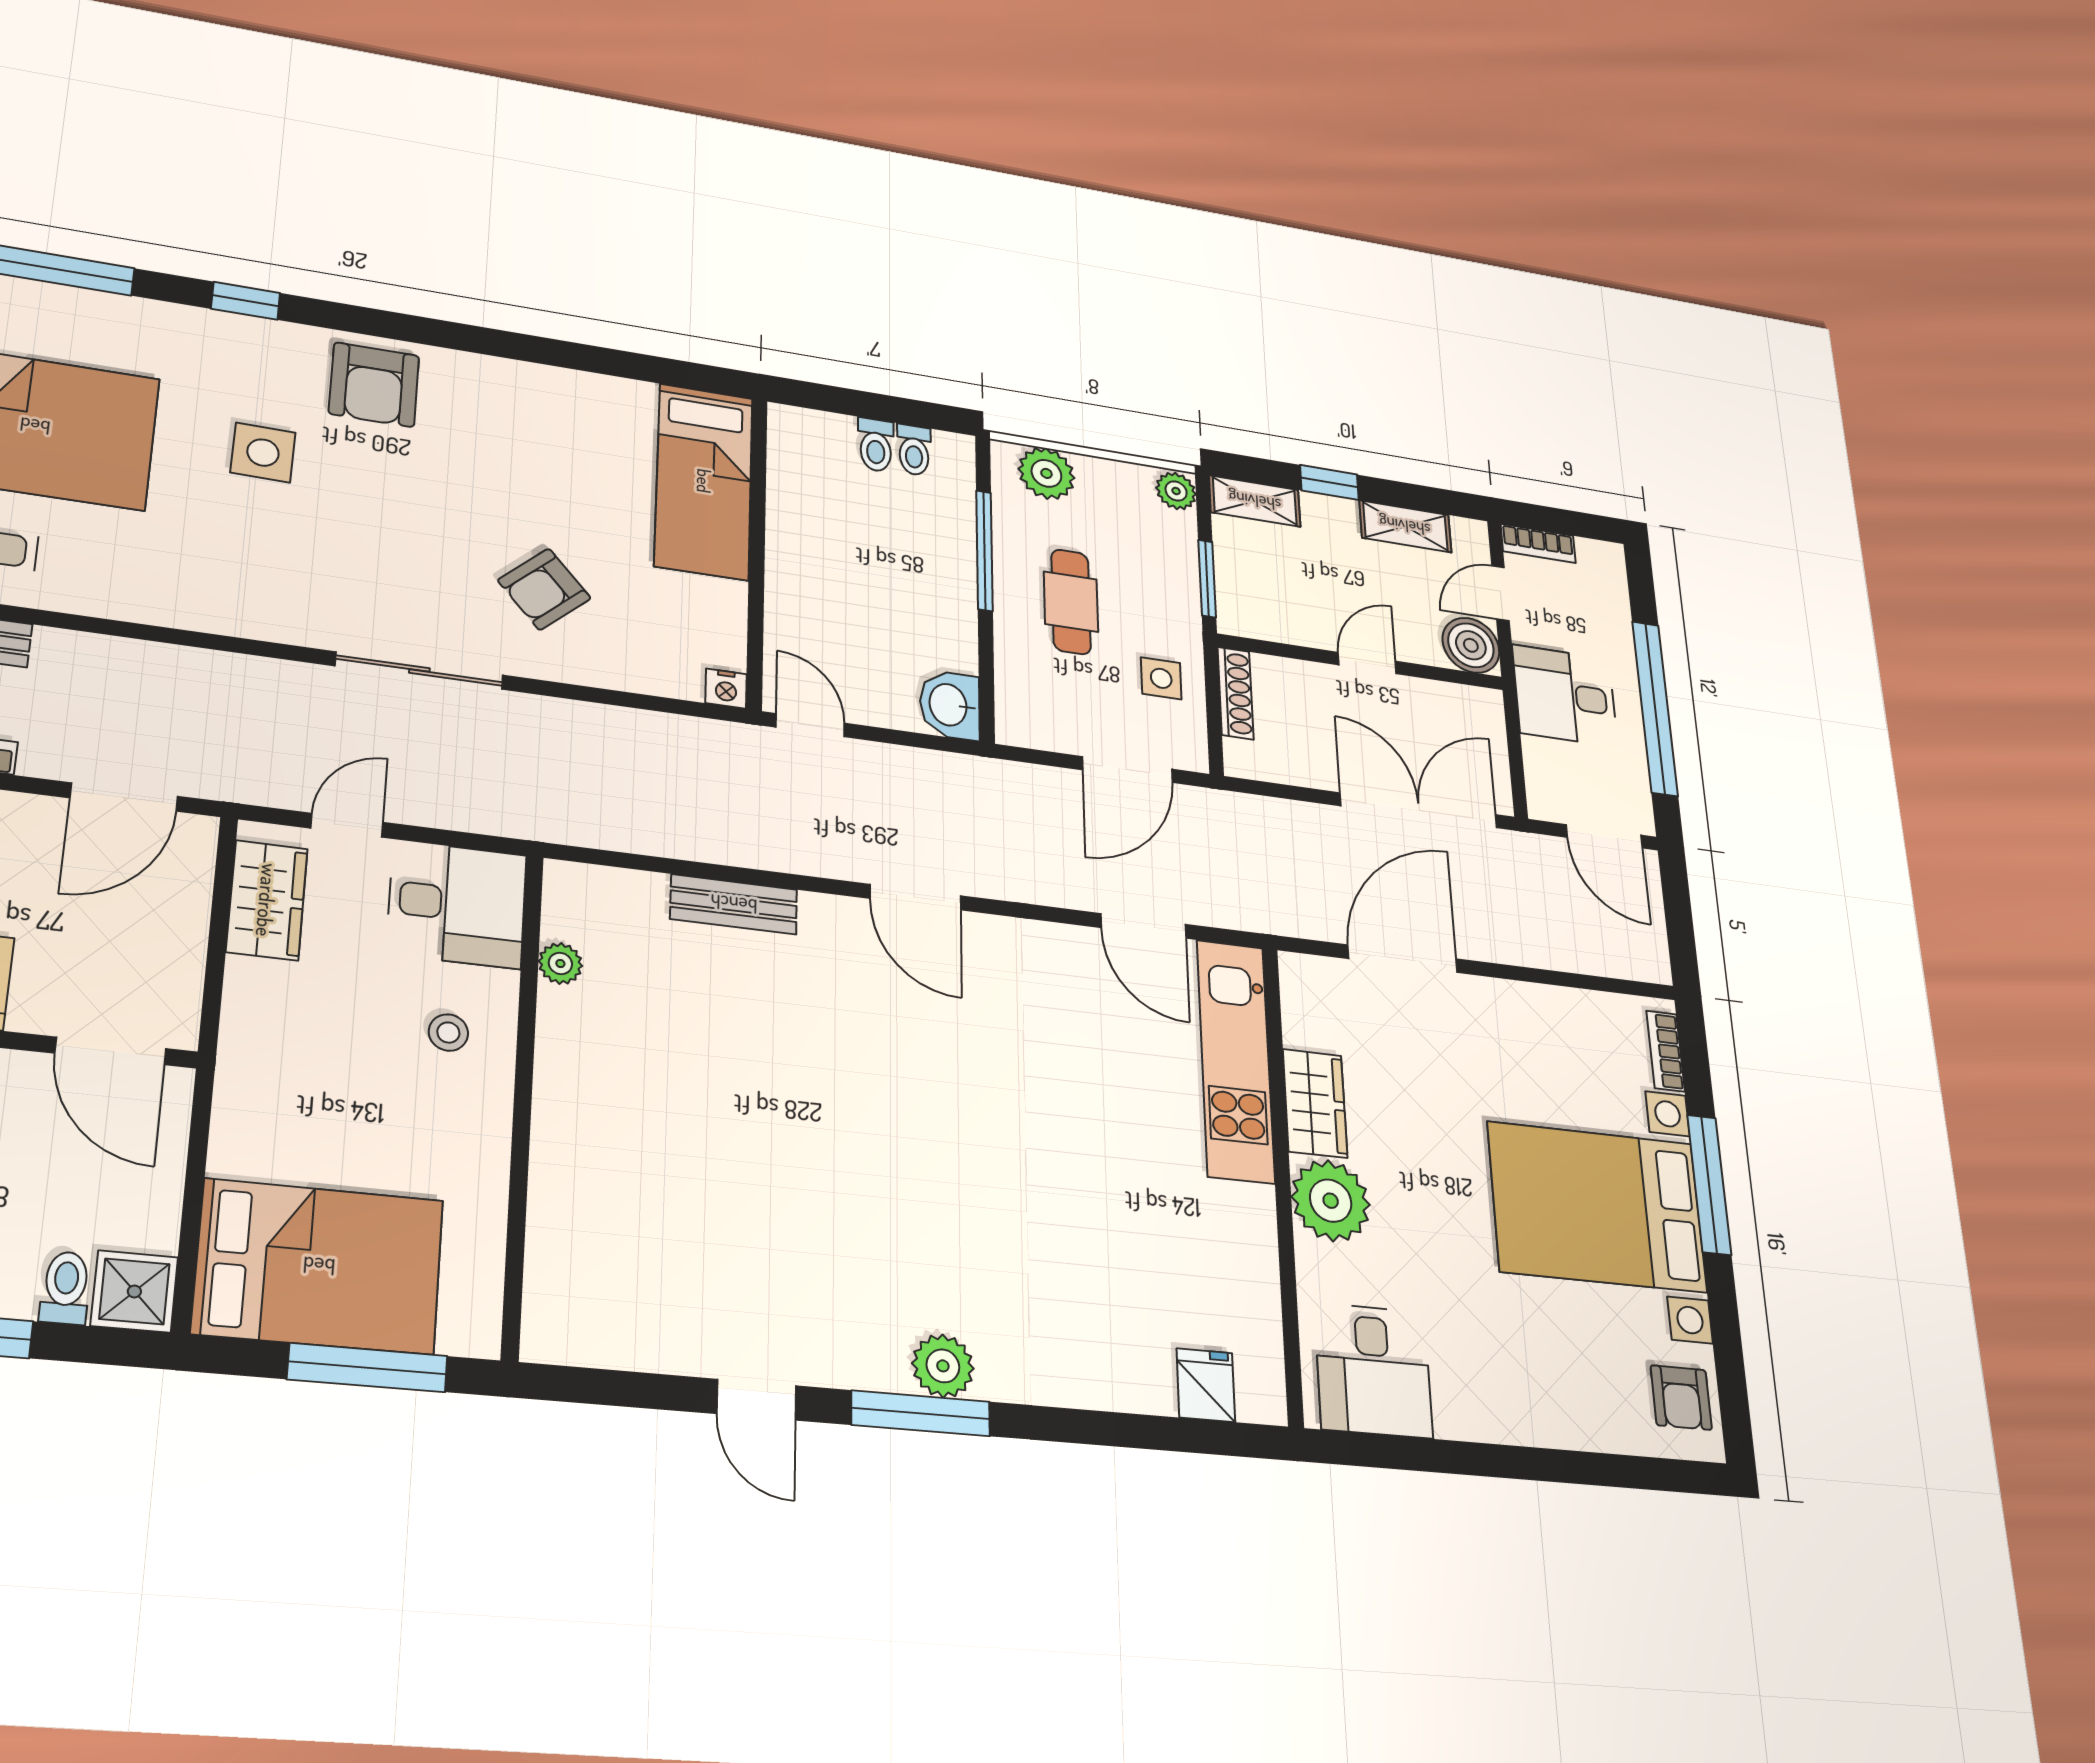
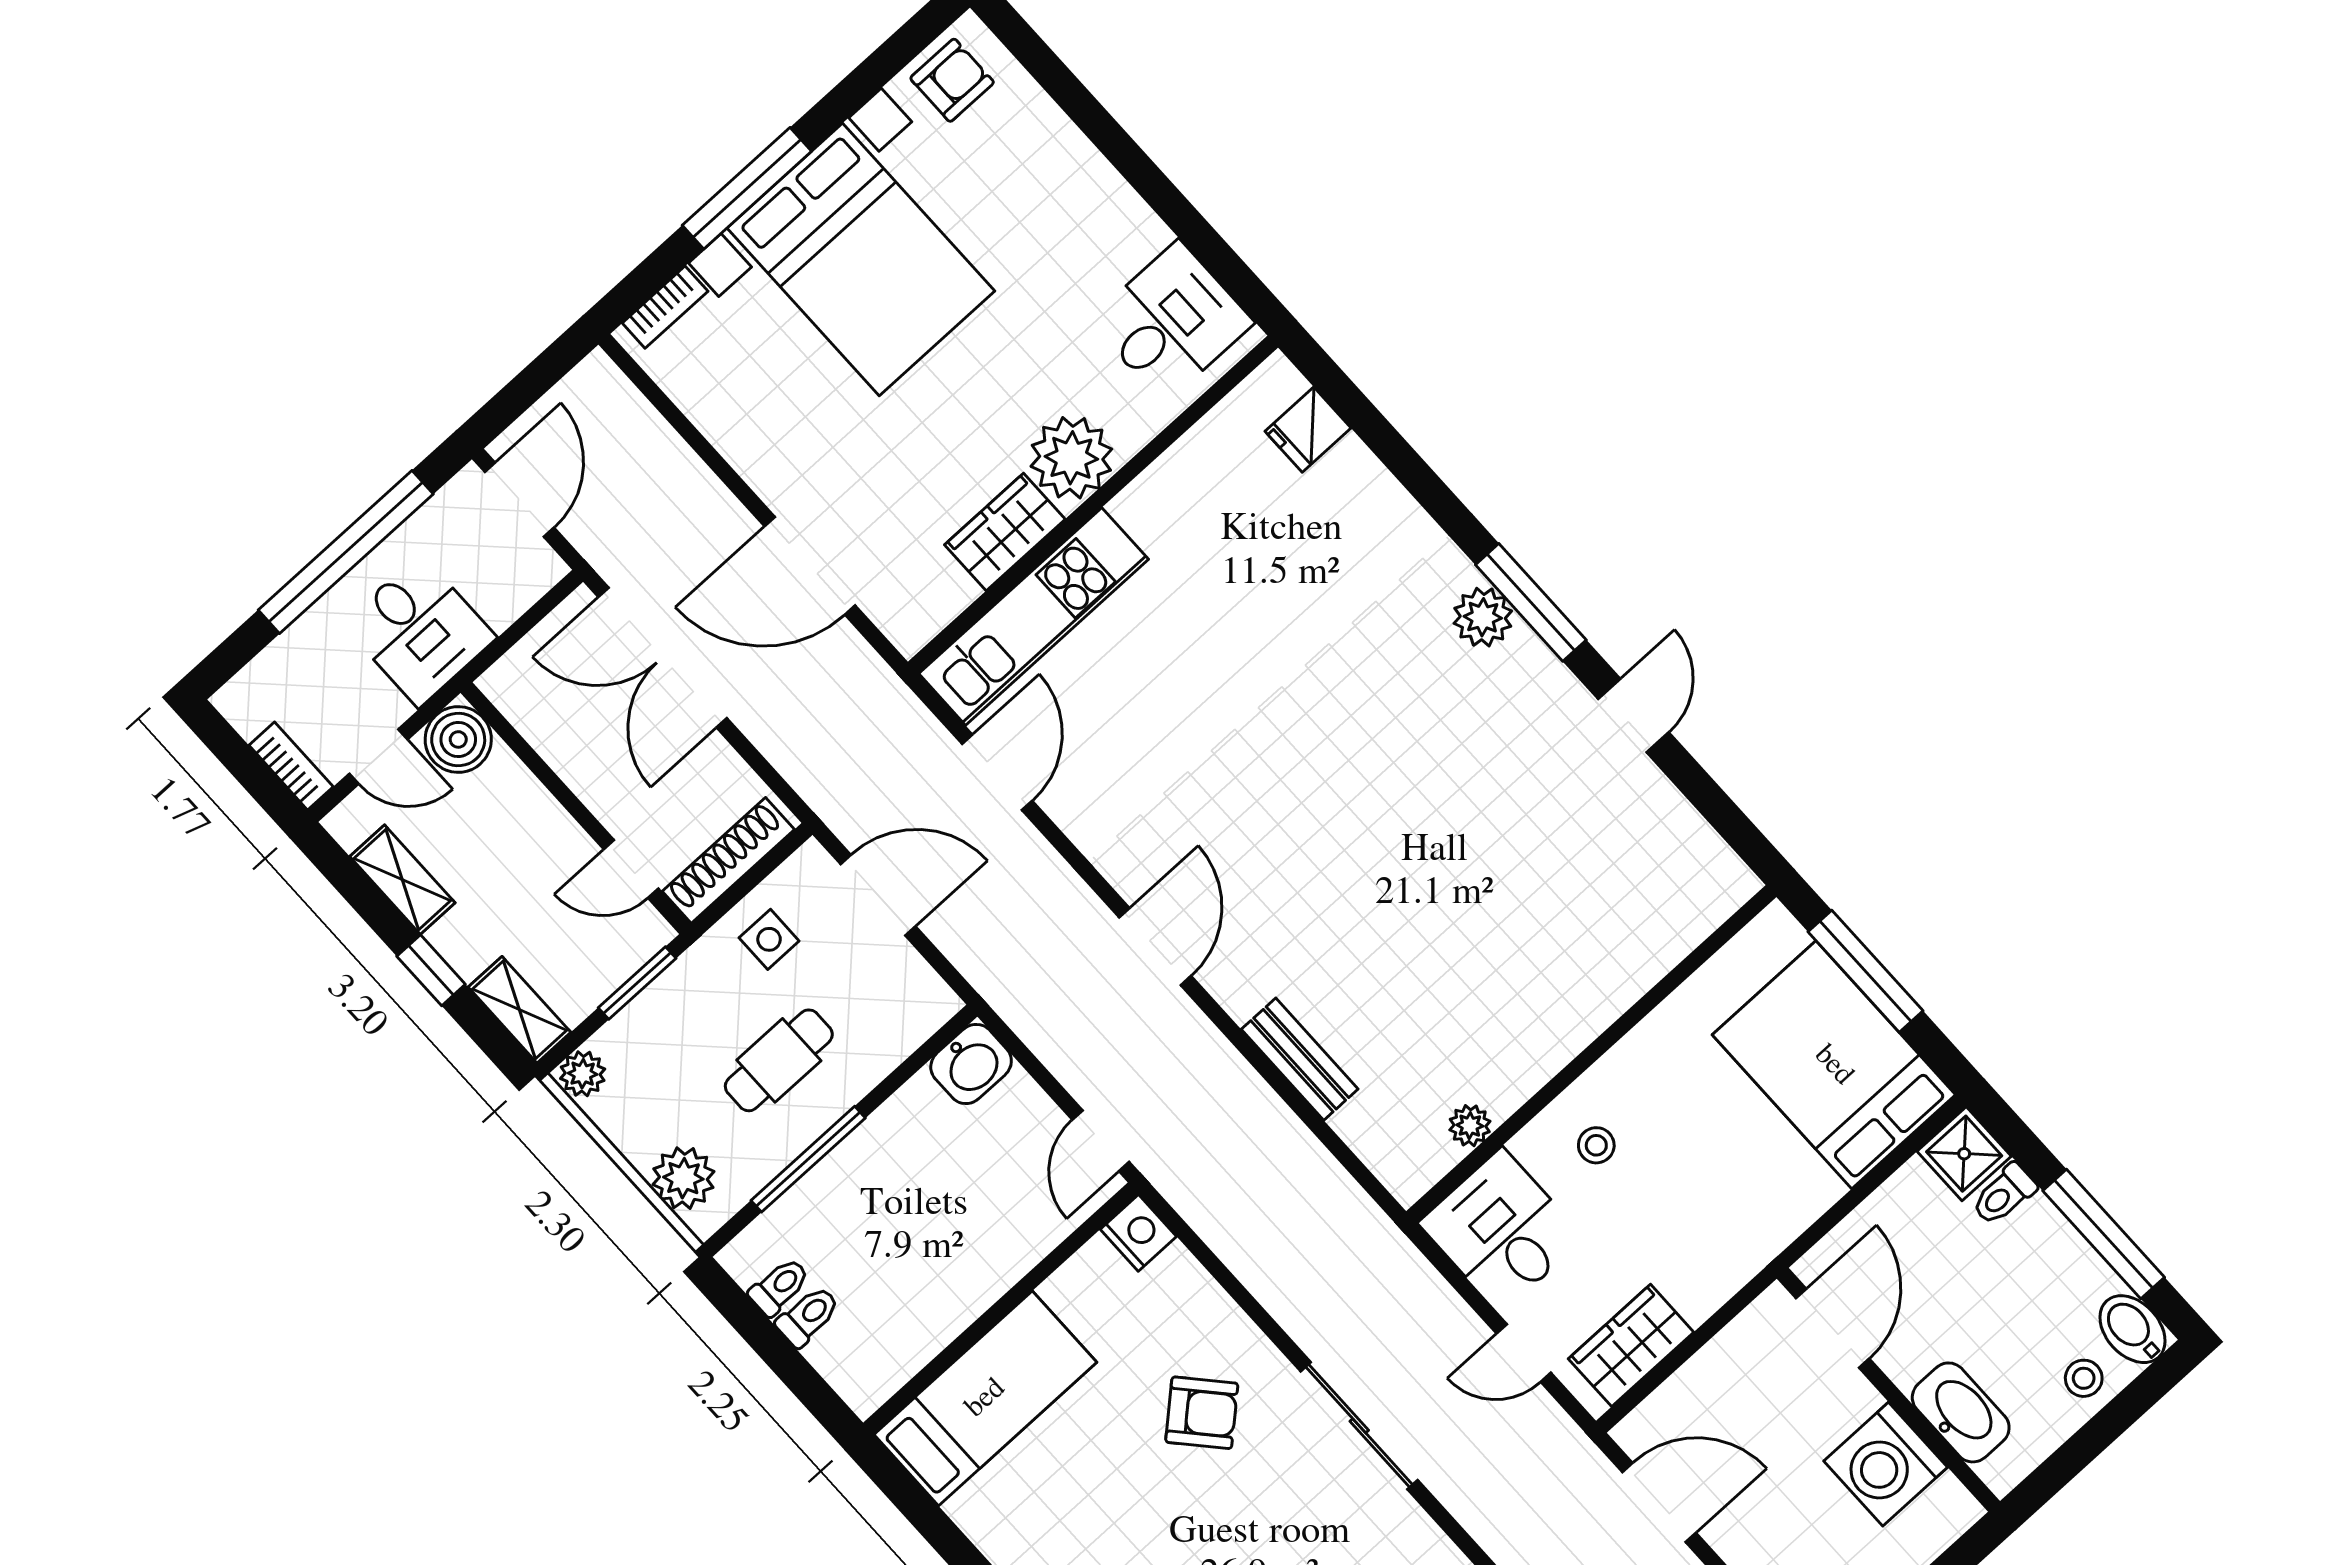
door: (1367, 663) -> (631, 869), moved
nightstand: (726, 689) -> (1138, 1233), width x1.39, depth x1.35
shoe rack: (1236, 693) -> (728, 860), width x1.36, depth x1.24

